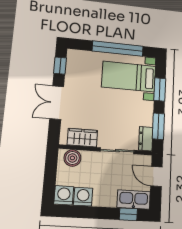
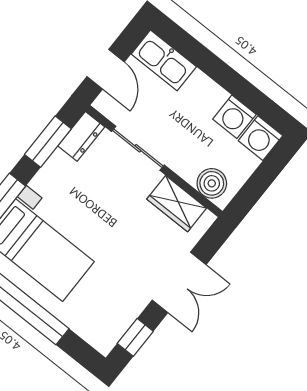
window: (128, 214) -> (186, 45), removed

